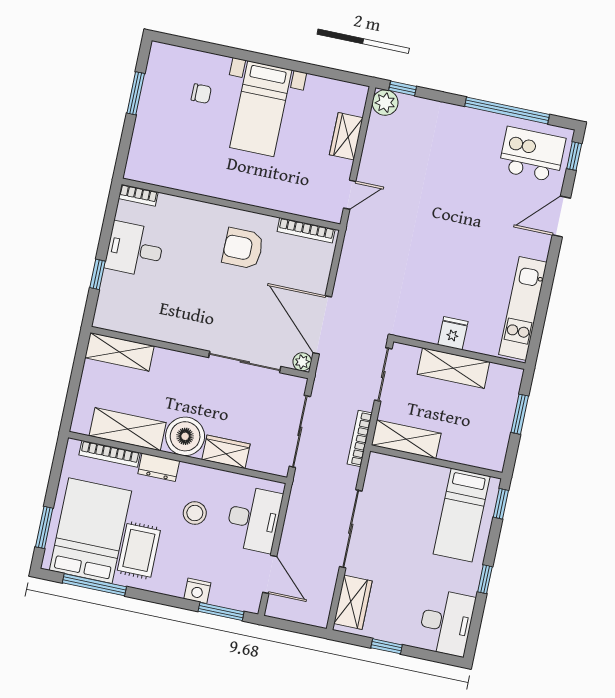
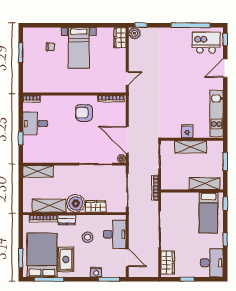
wardrobe: (346, 136) -> (120, 38), moved
shelving: (406, 439) -> (205, 184), moved

